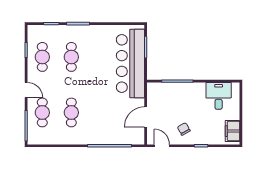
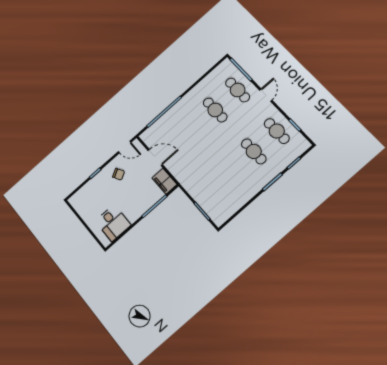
bar counter: (130, 63) -> (203, 188), removed
door: (26, 90) -> (266, 95), swing flipped
door: (146, 117) -> (155, 157), hinge flipped
filing cabinet: (233, 131) -> (164, 181), moved, turned 180

